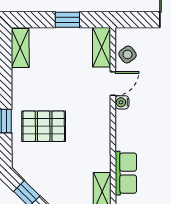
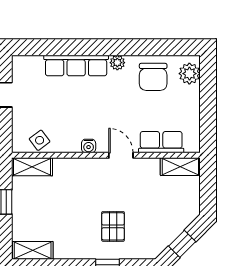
door: (113, 84) -> (121, 155), moved
pallet: (44, 126) -> (113, 226), width x0.67, depth x0.71

